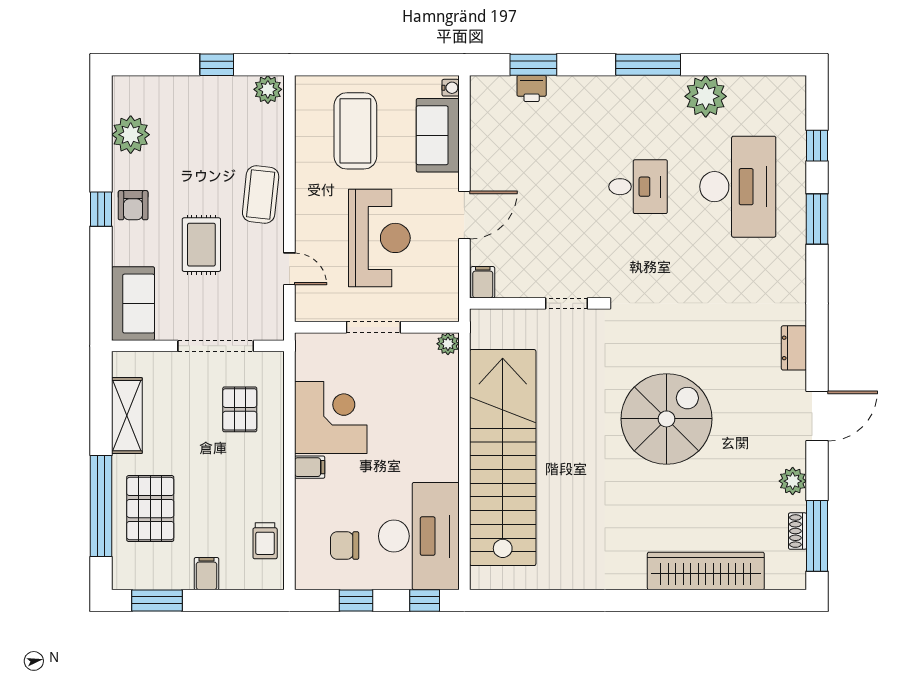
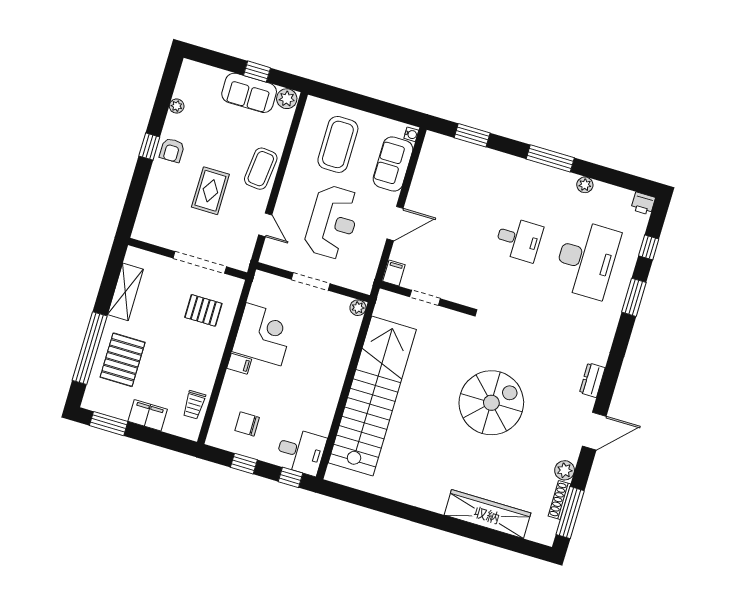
printer: (532, 89) -> (643, 204), moved
plant: (706, 96) -> (585, 185), width x0.53, depth x0.53
plant: (131, 135) -> (177, 106), width x0.53, depth x0.53
doorway: (567, 303) -> (425, 298), moved
sofa: (133, 304) -> (249, 93), moved, turned 90
pallet: (240, 409) -> (203, 310), turned 90
shoe rack: (798, 531) -> (559, 500), width x1.43
desk: (419, 536) -> (301, 451), width x0.53, depth x0.77
filing cabinet: (207, 574) -> (148, 415), width x2.00

